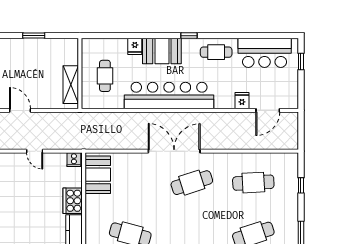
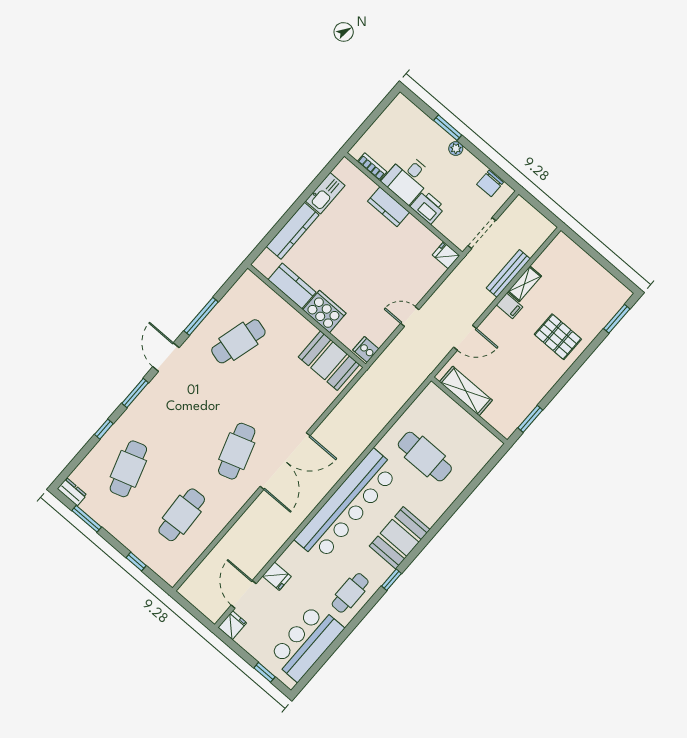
fridge: (135, 46) -> (232, 625), moved, turned 90
wall: (80, 73) -> (469, 410), moved
cafe table: (105, 76) -> (425, 457), width x1.37, depth x1.35
shelving: (71, 85) -> (466, 391), moved

